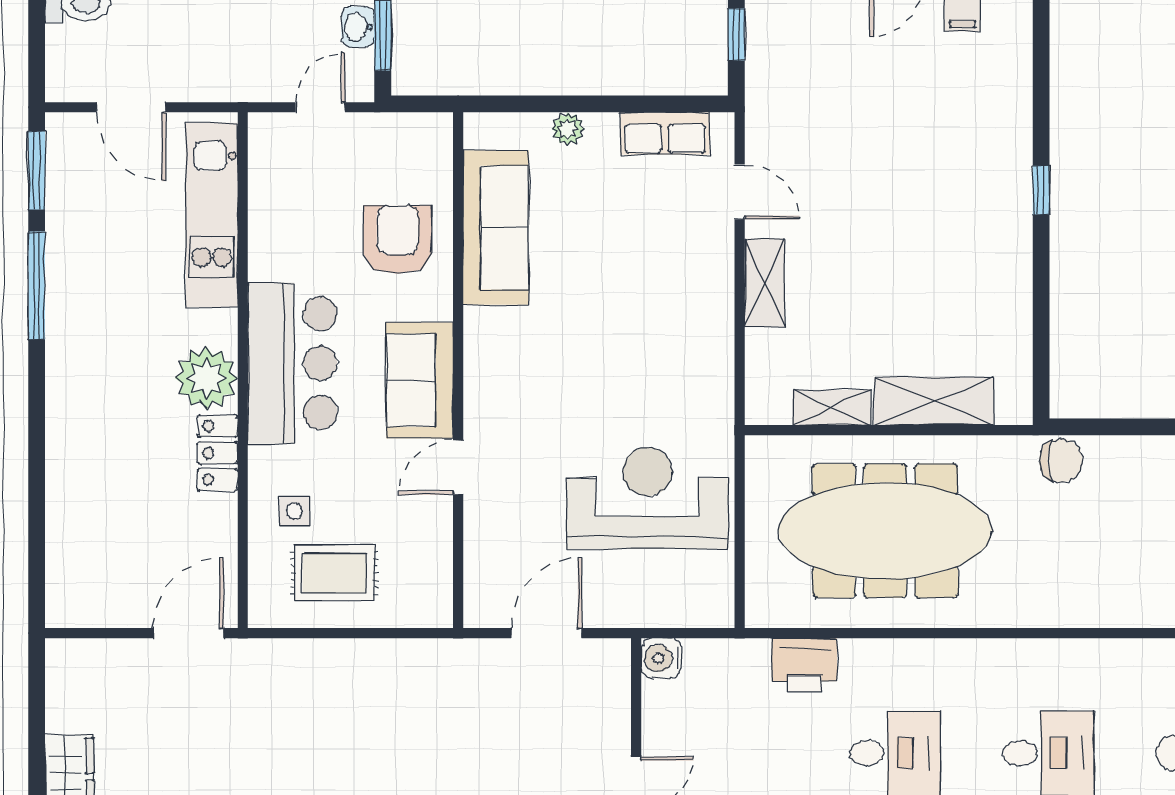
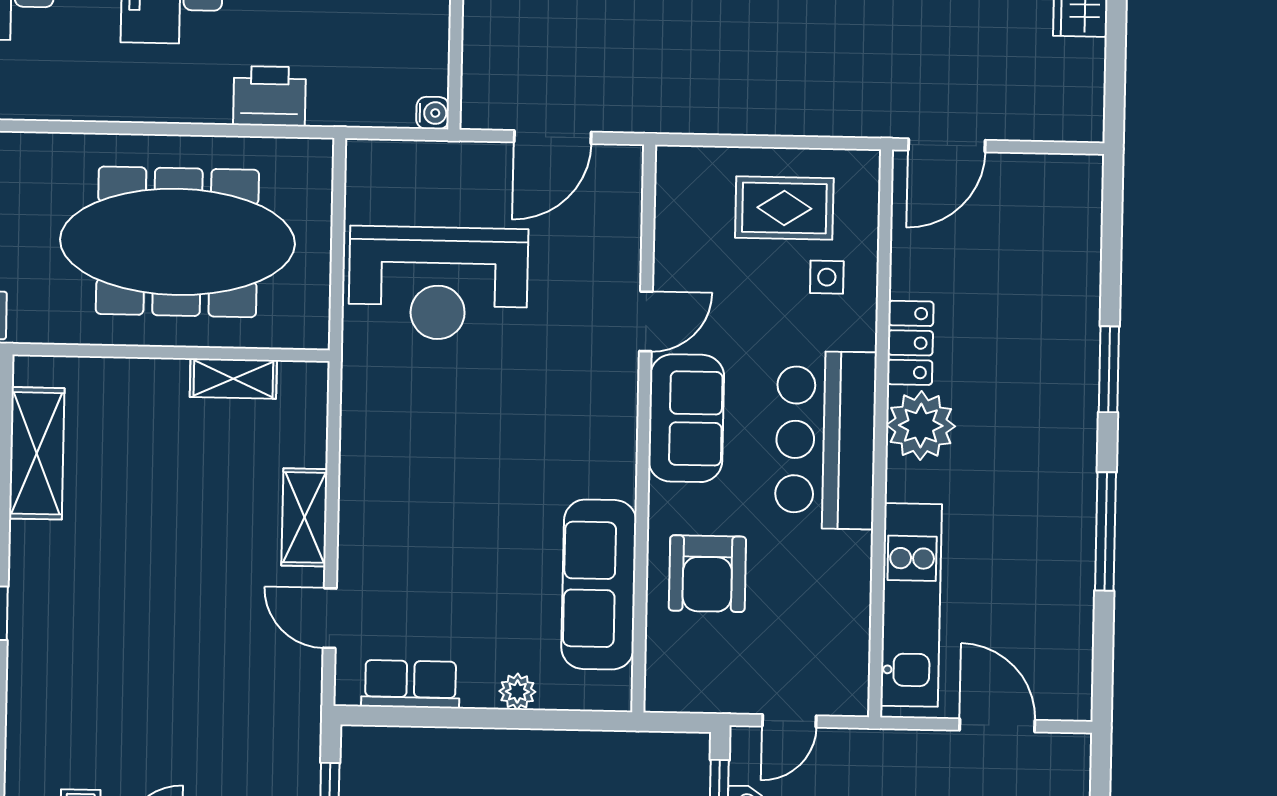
window: (37, 170) -> (1109, 369), moved
shelving: (934, 401) -> (37, 453), moved, turned 90
water cooler: (661, 658) -> (433, 113), width x0.72, depth x0.72

